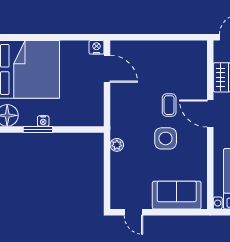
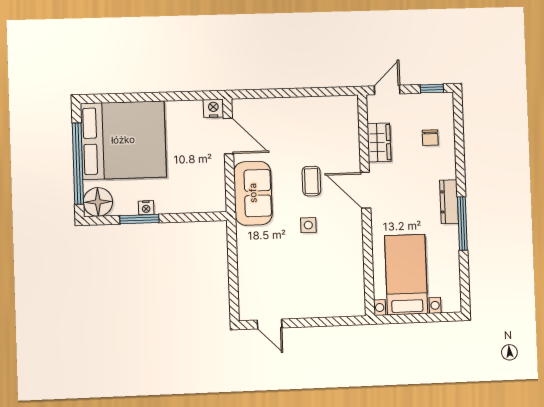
side table: (166, 138) -> (308, 225), width x0.54, depth x0.54
plant: (117, 145) -> (245, 236), removed
sofa: (177, 195) -> (253, 193), moved, turned 90

